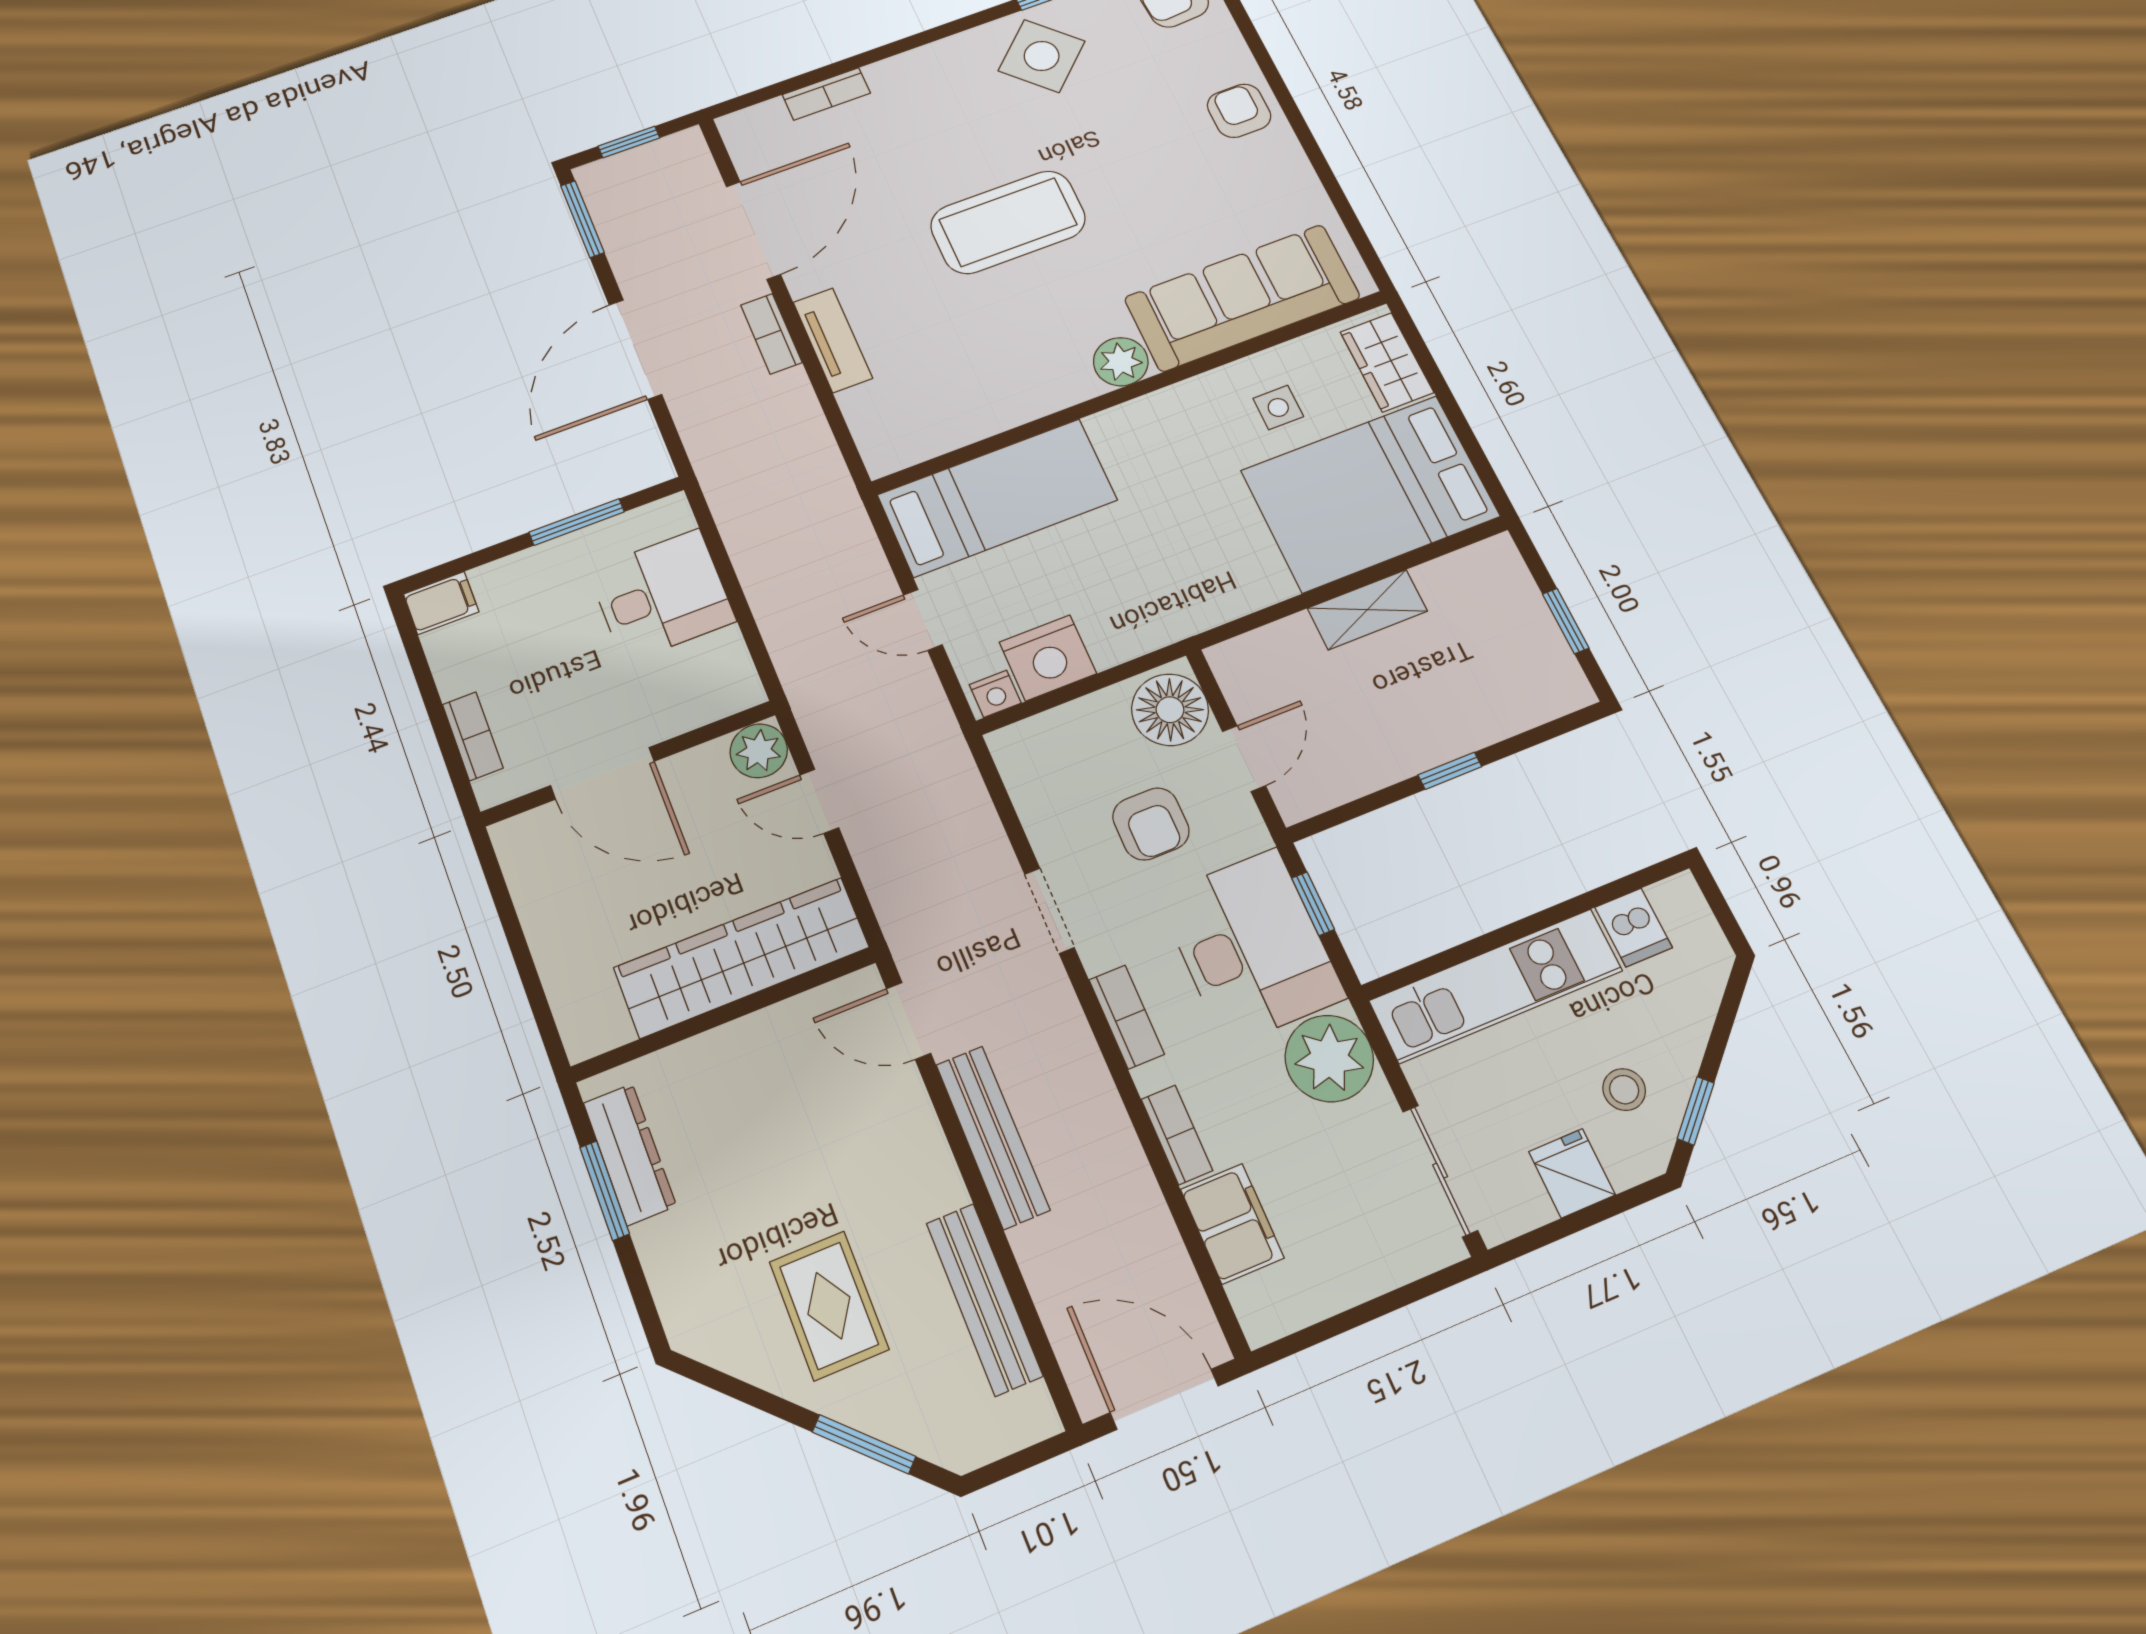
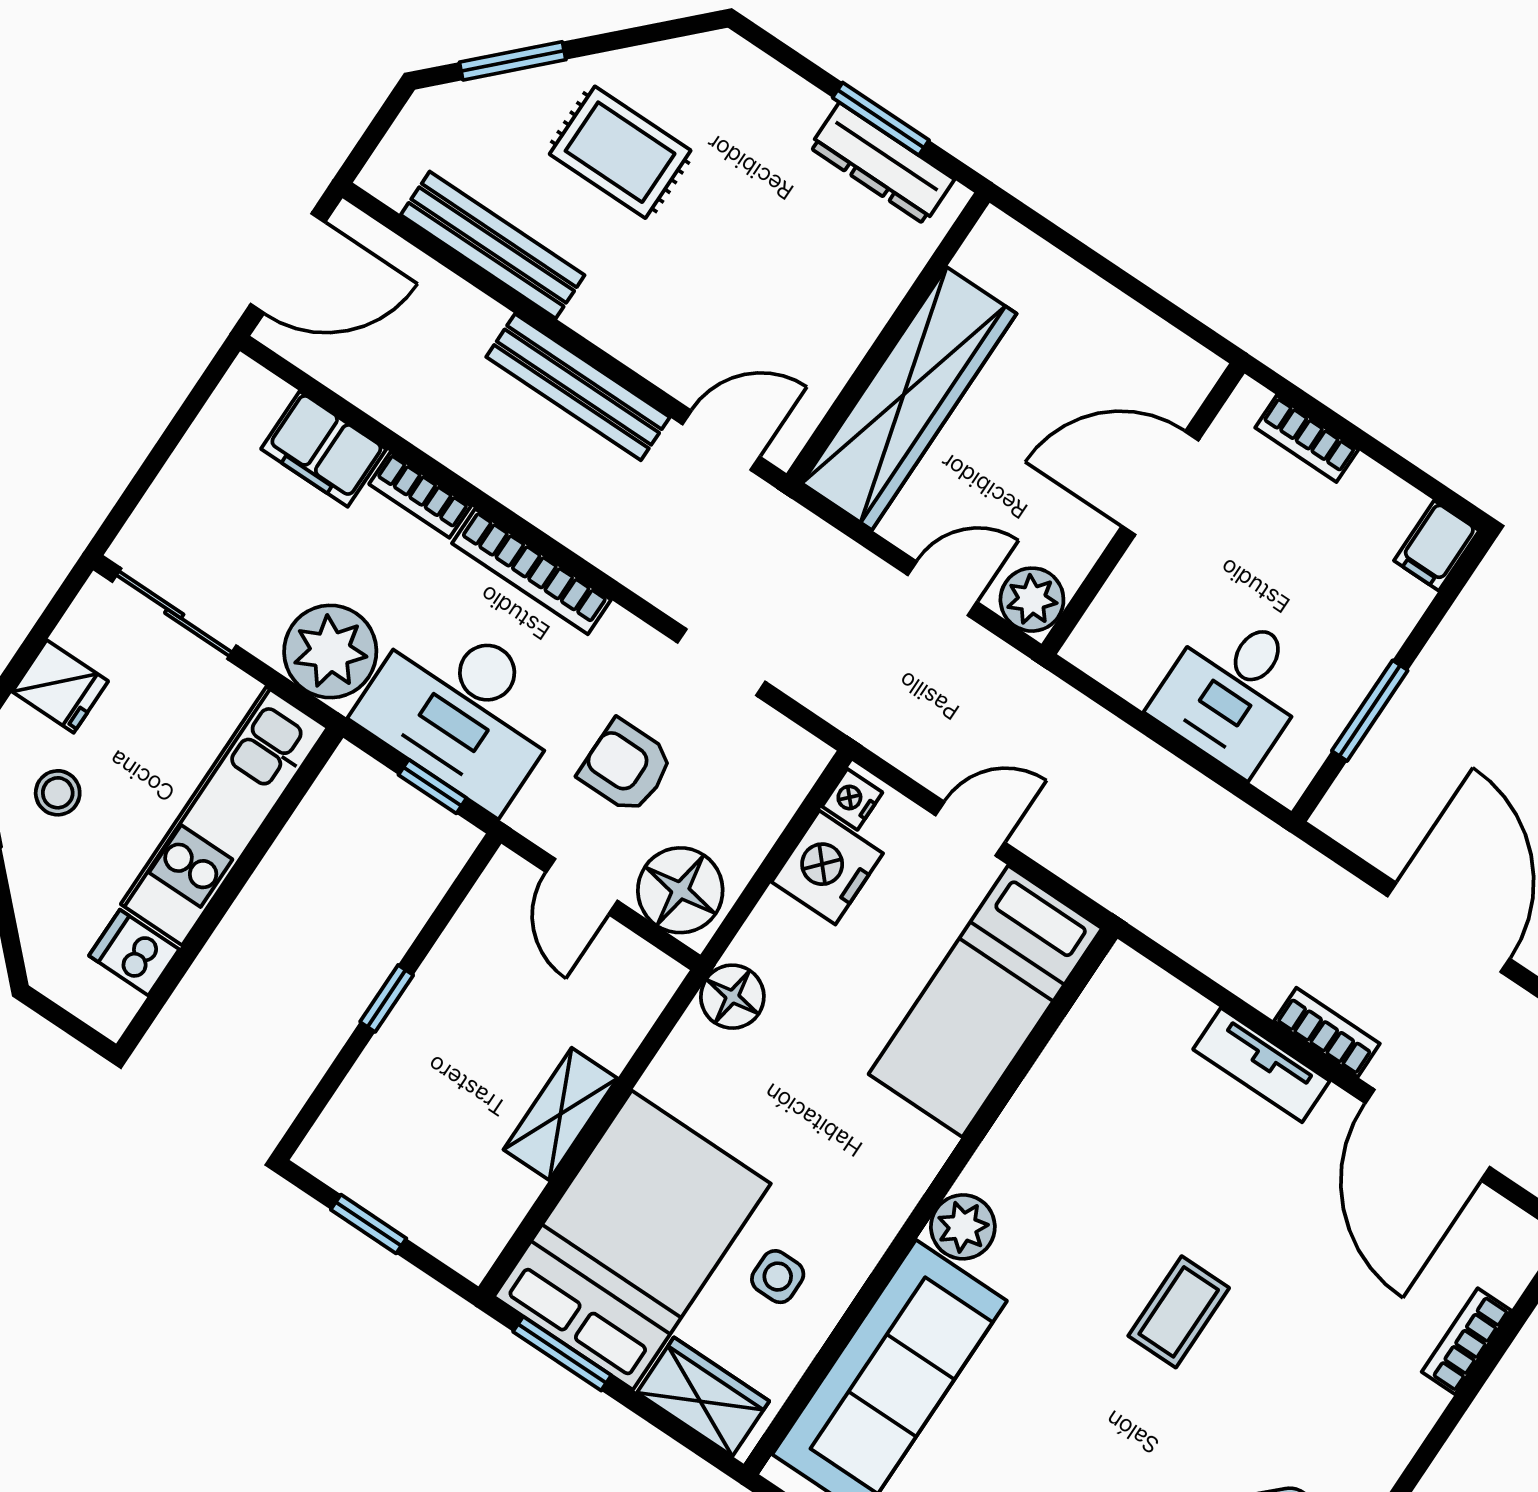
coffee table: (1008, 222) -> (1179, 1312), width x0.54, depth x0.58
window: (1473, 449) -> (562, 1354), added
floor lamp: (1182, 612) -> (732, 997), added
doorway: (1049, 911) -> (721, 662), moved
bookcase: (1127, 1017) -> (532, 571), width x1.56

